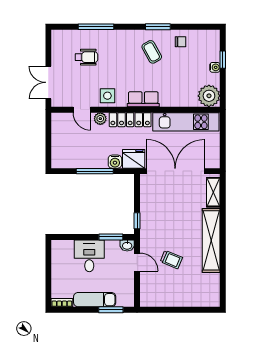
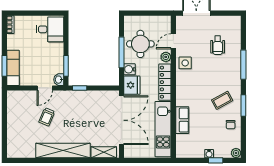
window: (96, 27) -> (243, 65), moved
plant: (209, 96) -> (236, 153), moved, width x0.53, depth x0.53
row of seats: (143, 99) -> (182, 120), moved
round table: (85, 149) -> (140, 44), added
desk: (89, 256) -> (50, 29), moved
exam couch: (95, 300) -> (13, 68), moved

